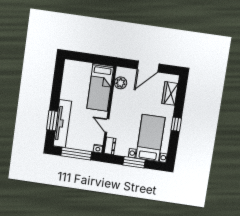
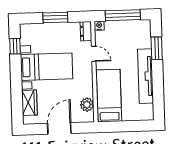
tv unit: (62, 124) -> (146, 76), moved
window: (176, 124) -> (15, 46), moved
bed with nightstands: (150, 138) -> (47, 67), moved, turned -90

